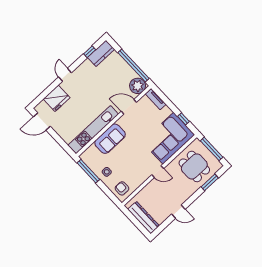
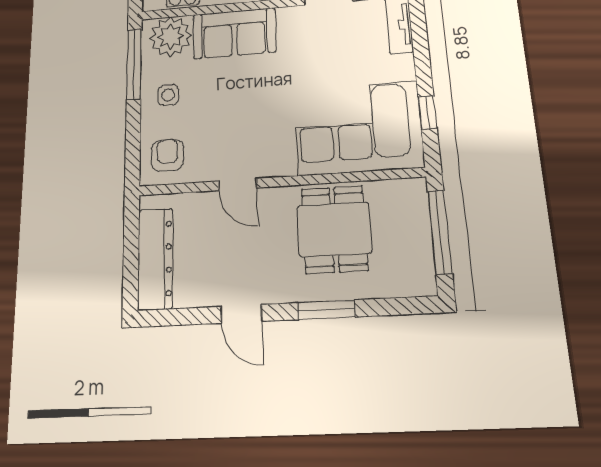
plant: (92, 155) -> (171, 37), added
dining table: (194, 166) -> (334, 229), moved
door: (158, 172) -> (238, 184), moved
window: (210, 182) -> (326, 310), moved

